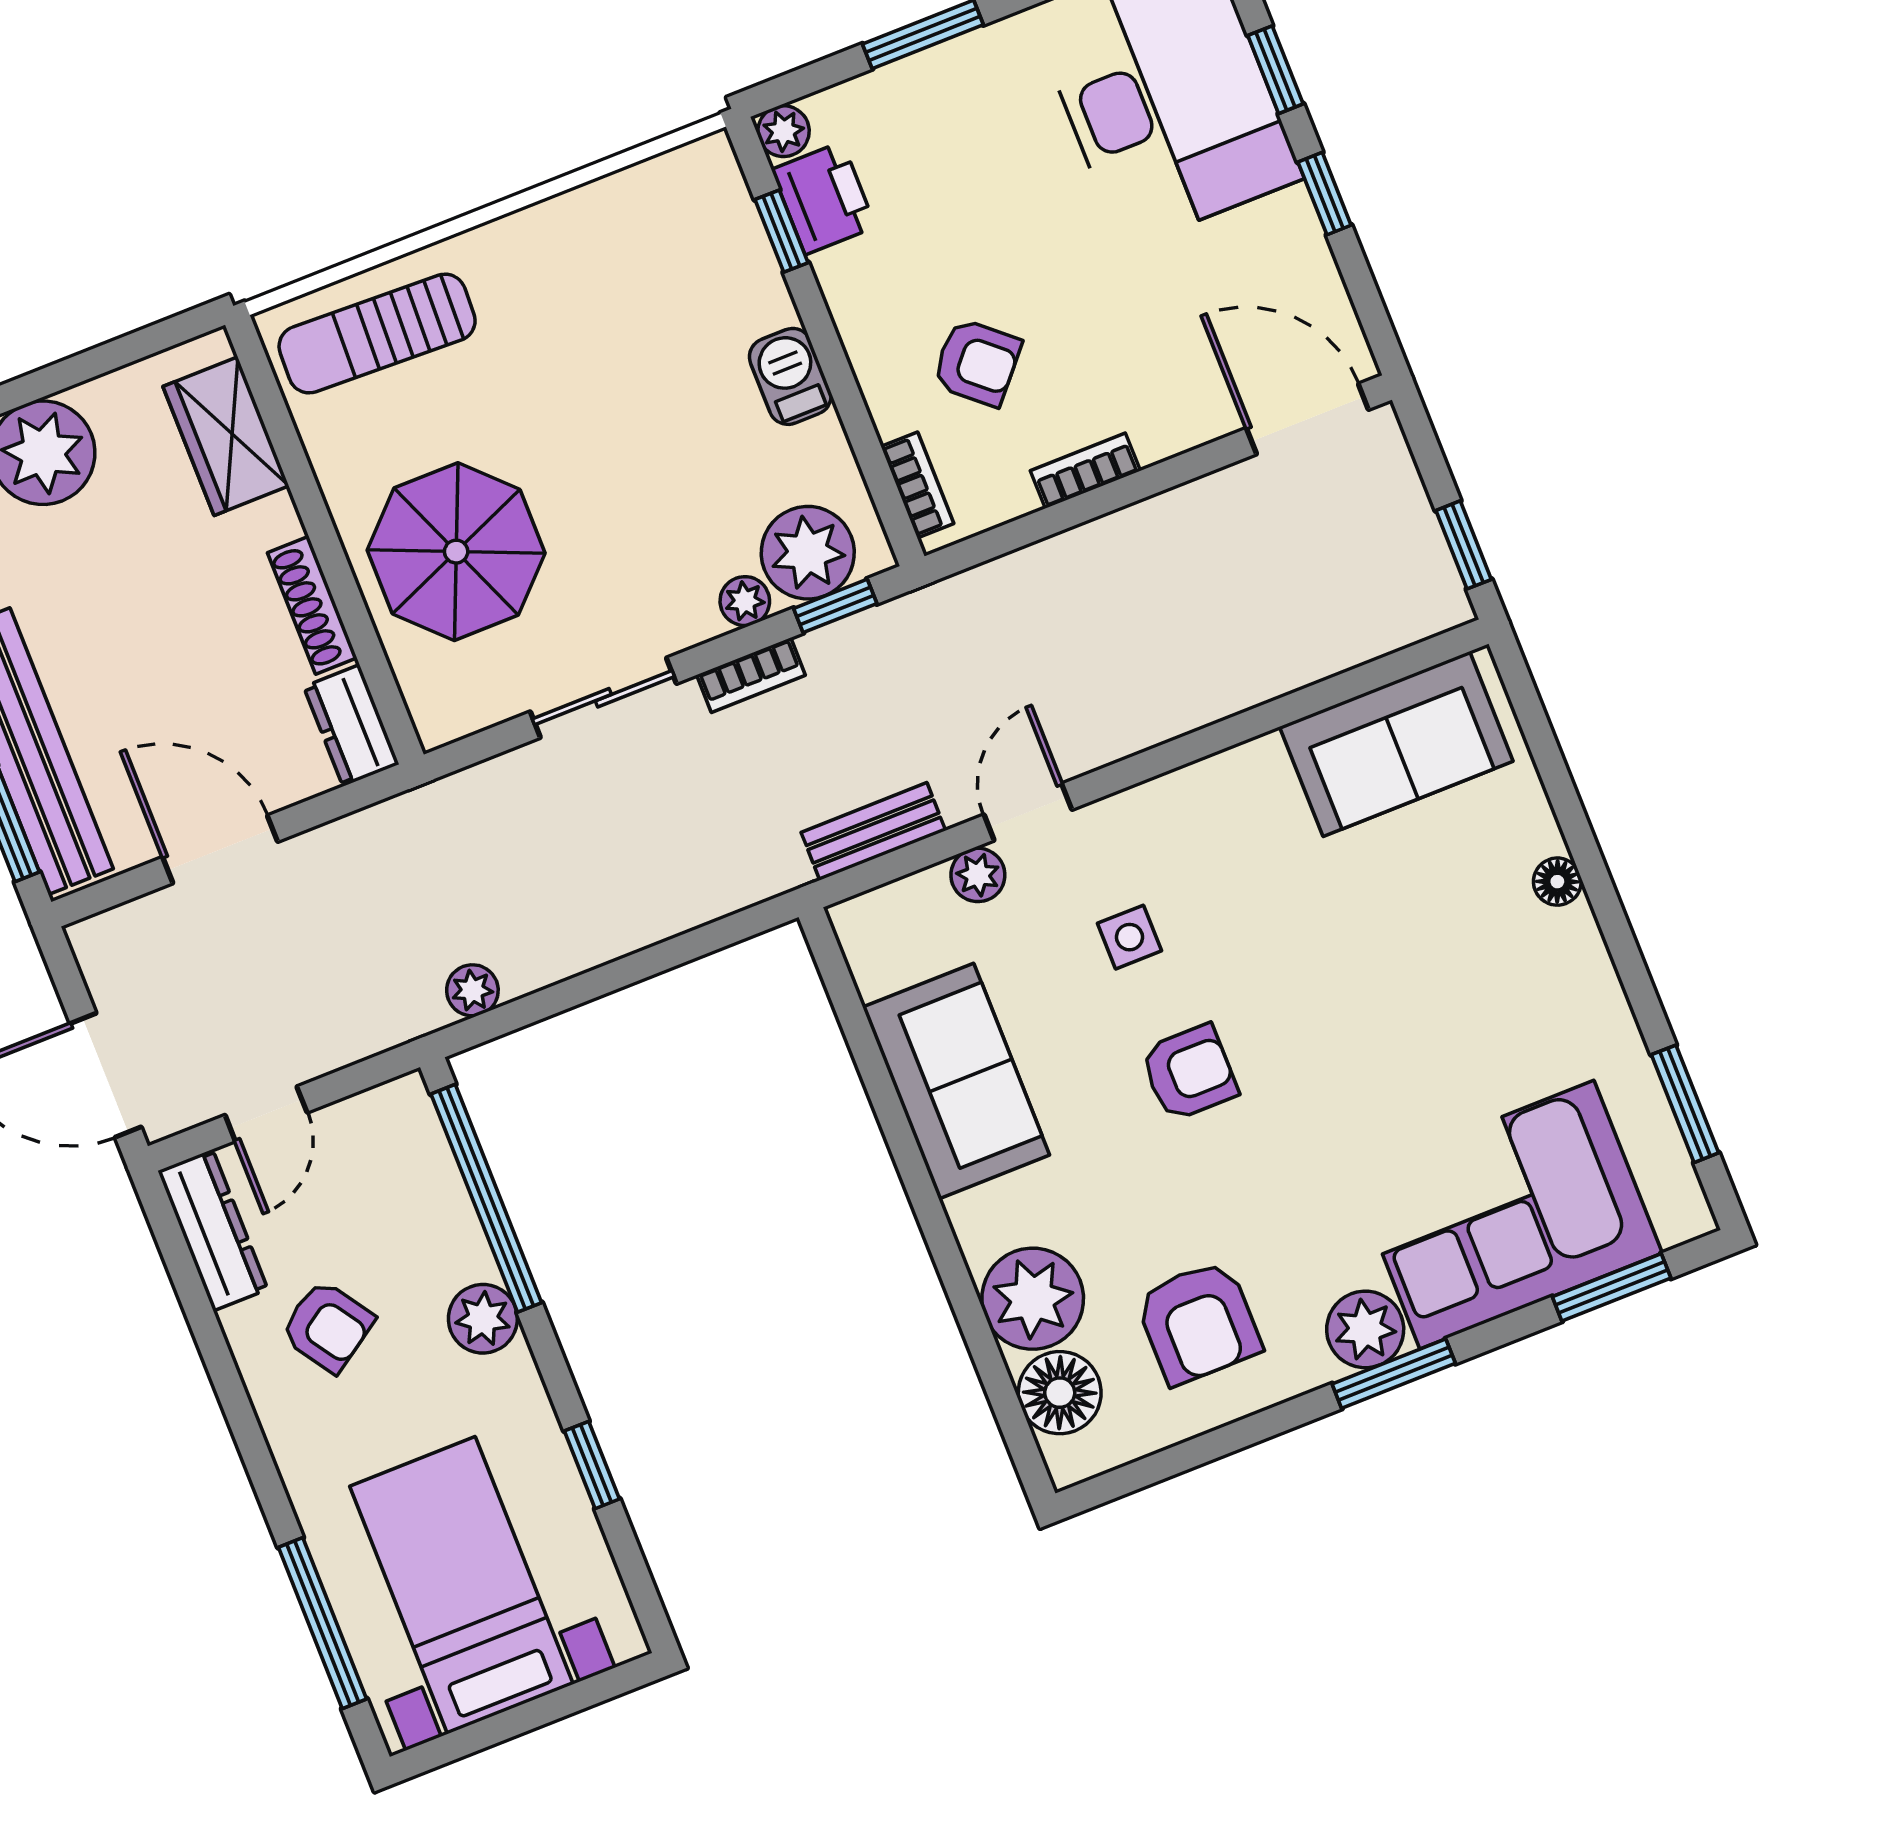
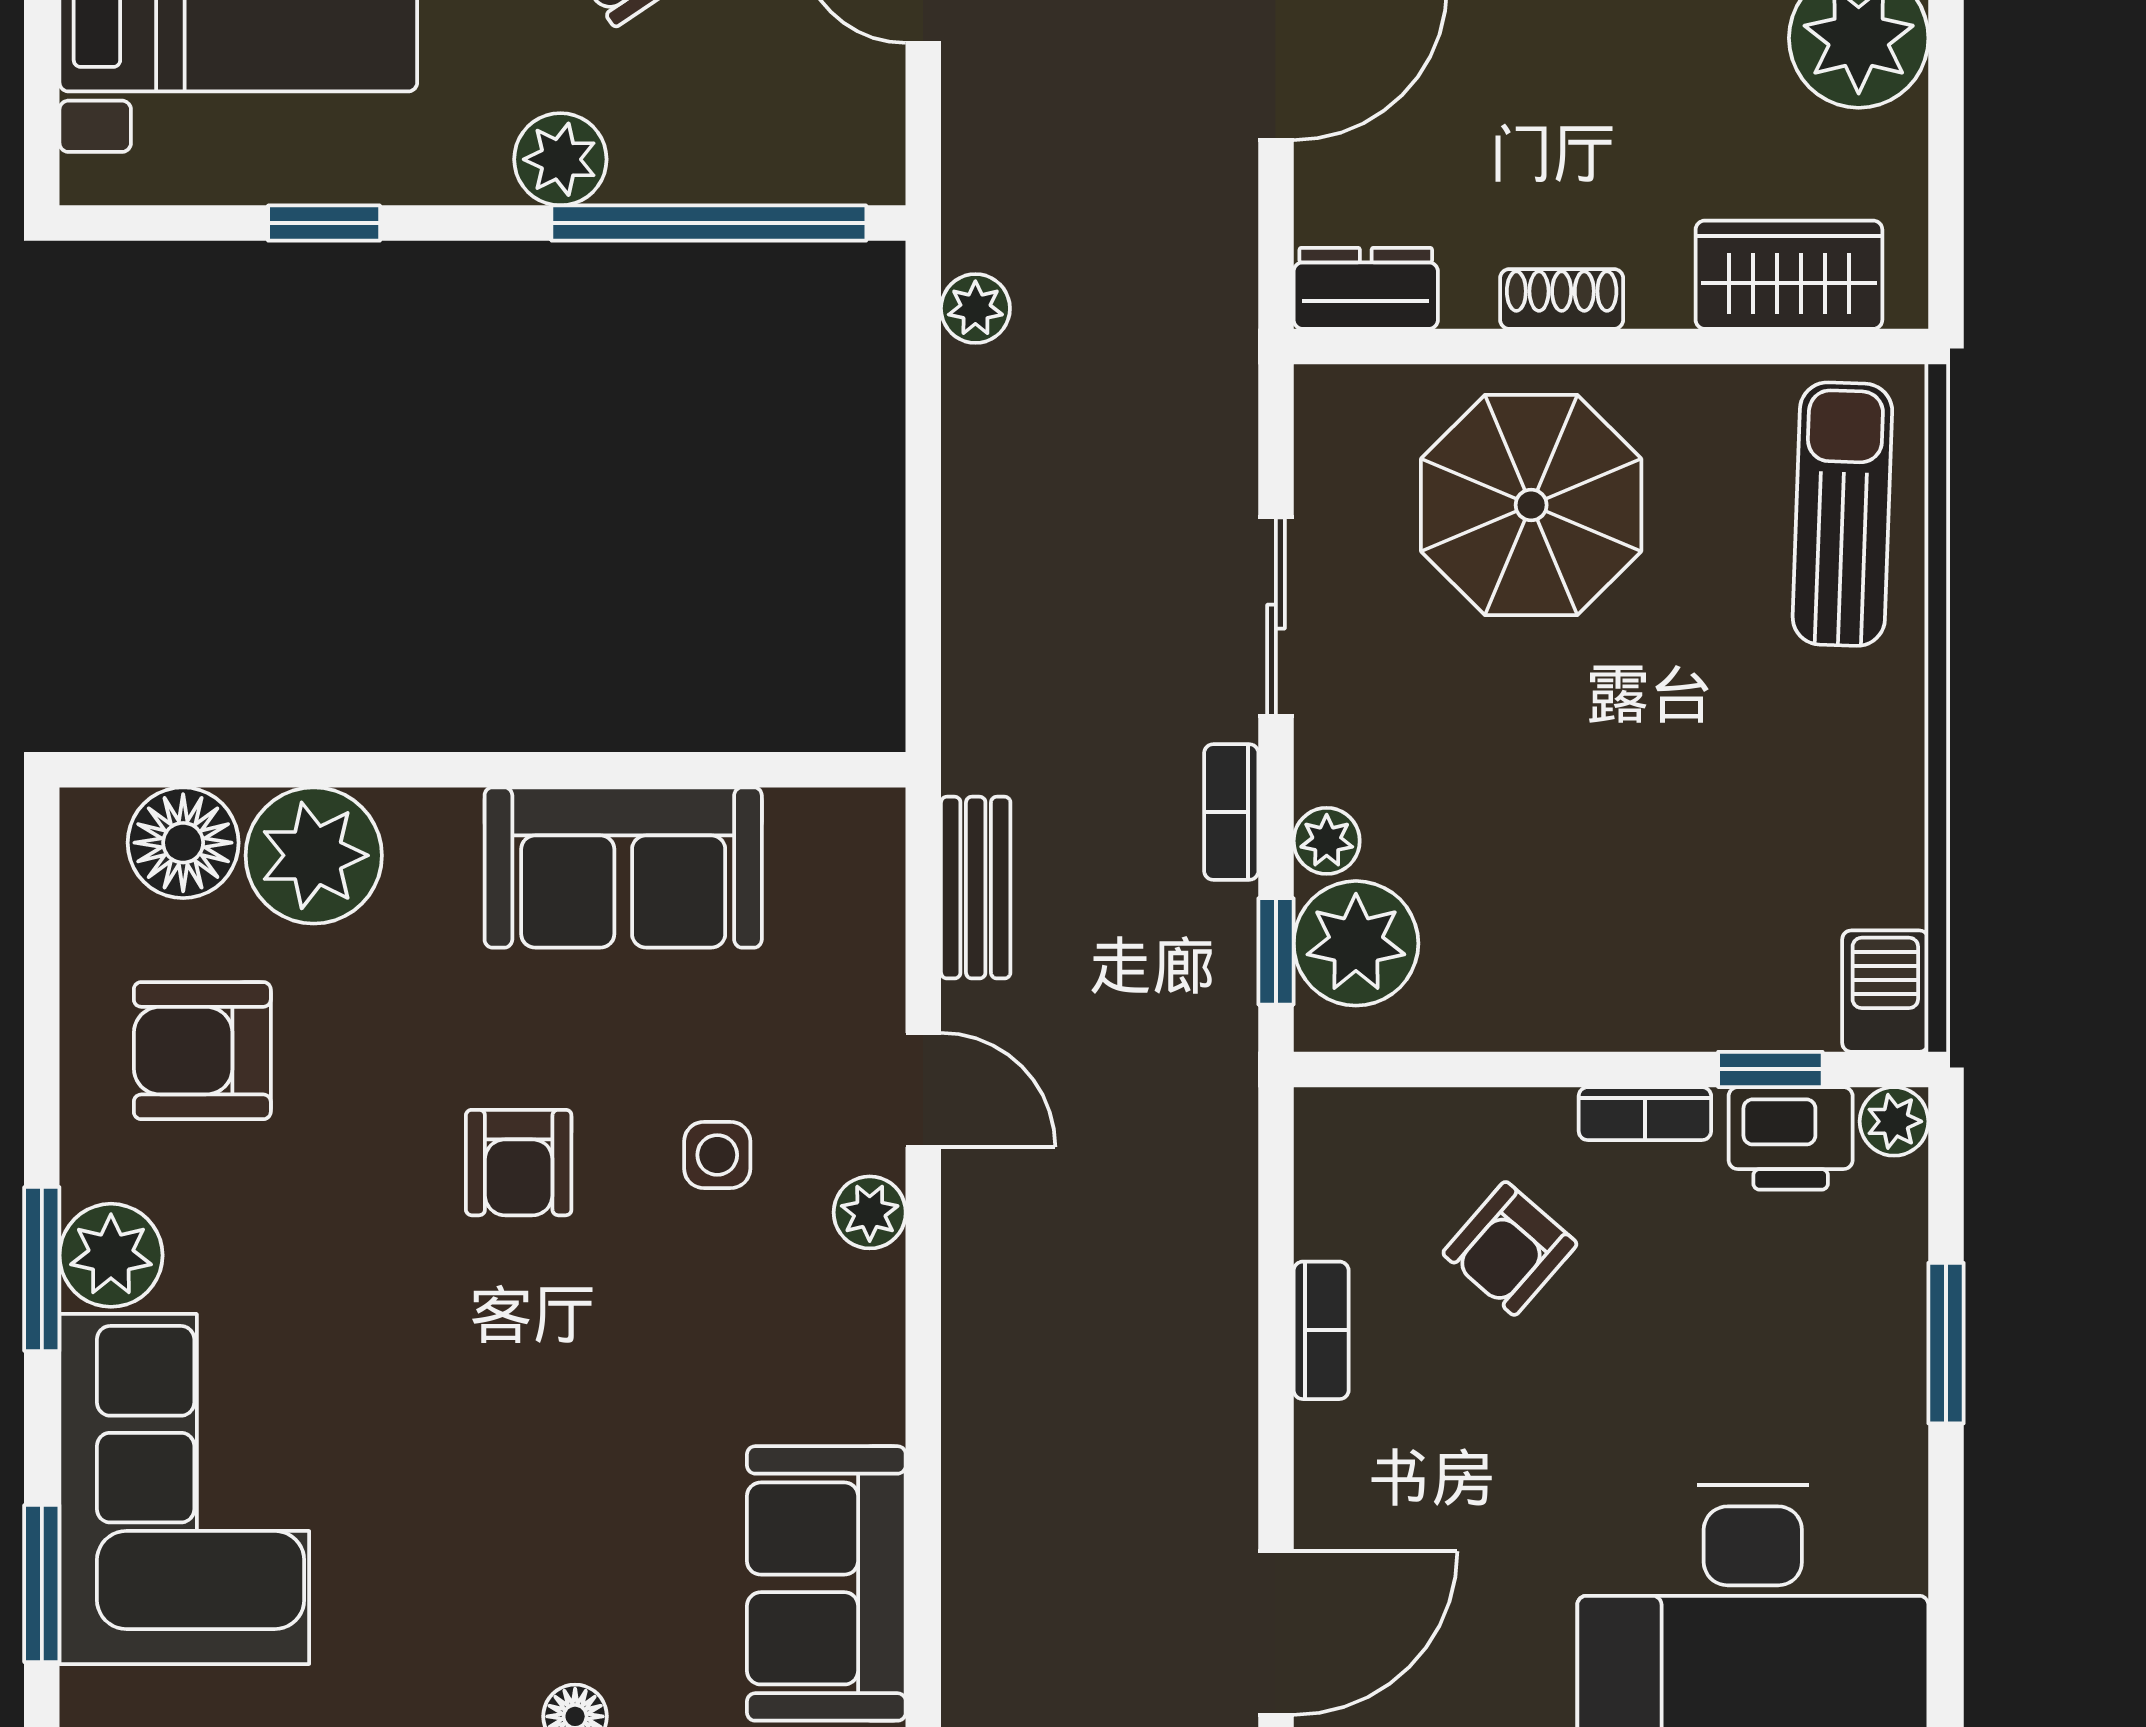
barbecue: (790, 376) -> (1885, 991), moved, turned -90
bookcase: (917, 485) -> (1645, 1114), moved
shoe rack: (312, 605) -> (1562, 299), width x0.70
plant: (978, 875) -> (870, 1212), moved

